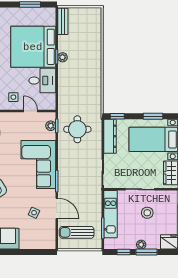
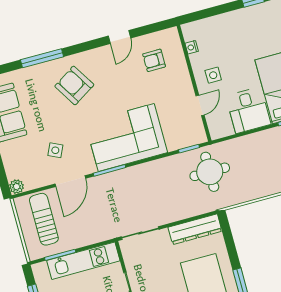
window: (117, 116) -> (227, 232), removed
plant: (51, 126) -> (17, 187), moved
round table: (77, 129) -> (210, 172), moved

